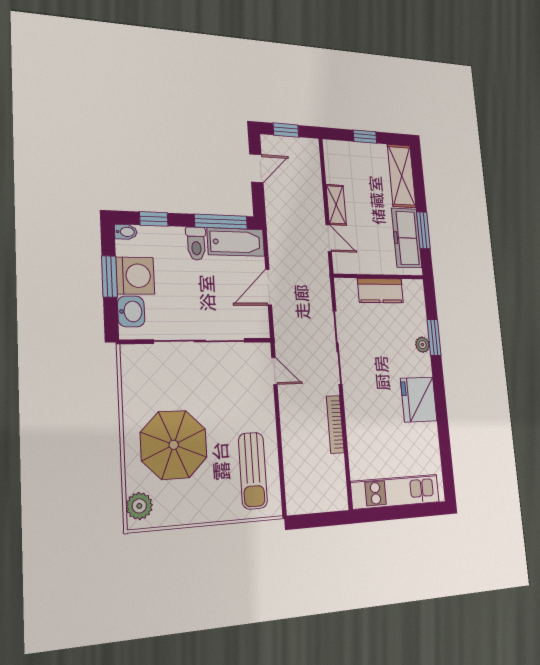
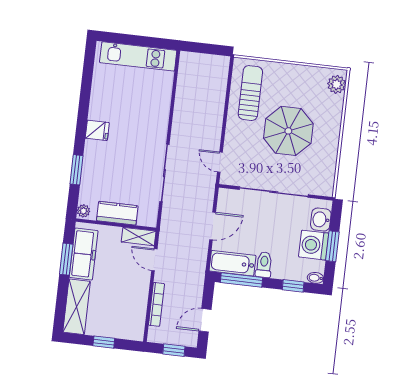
shelving: (336, 205) -> (139, 237), moved, turned 90
plant: (422, 345) -> (83, 211), moved
fridge: (419, 400) -> (97, 130), width x0.53, depth x0.75
bookcase: (335, 424) -> (156, 304), moved
parasol: (174, 445) -> (288, 131), moved

